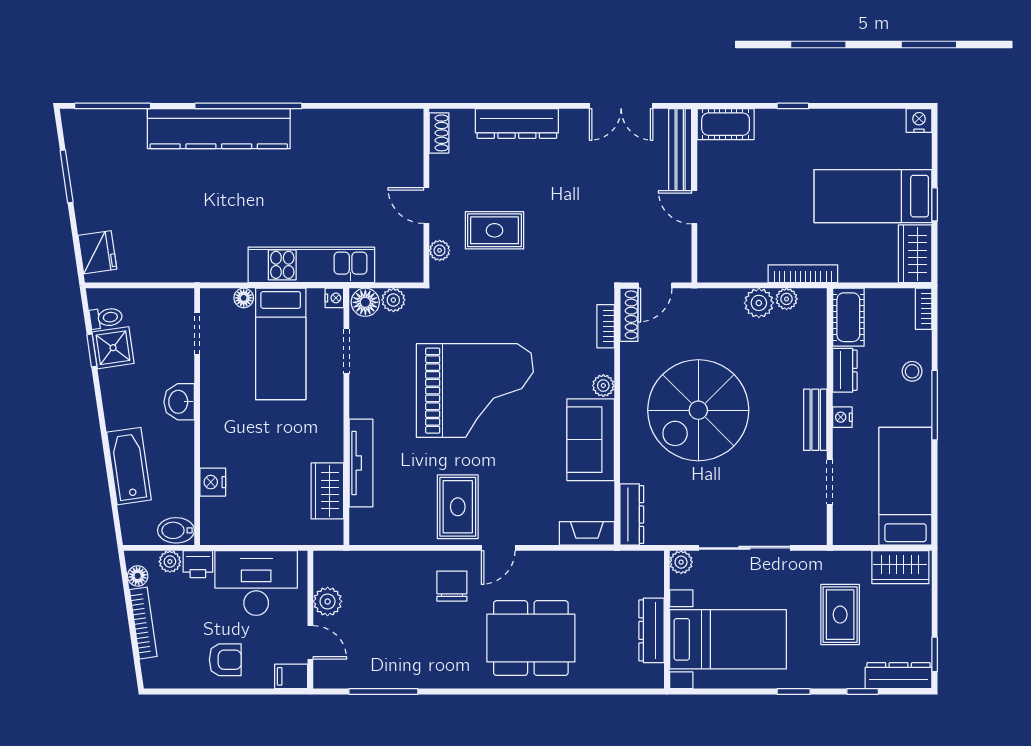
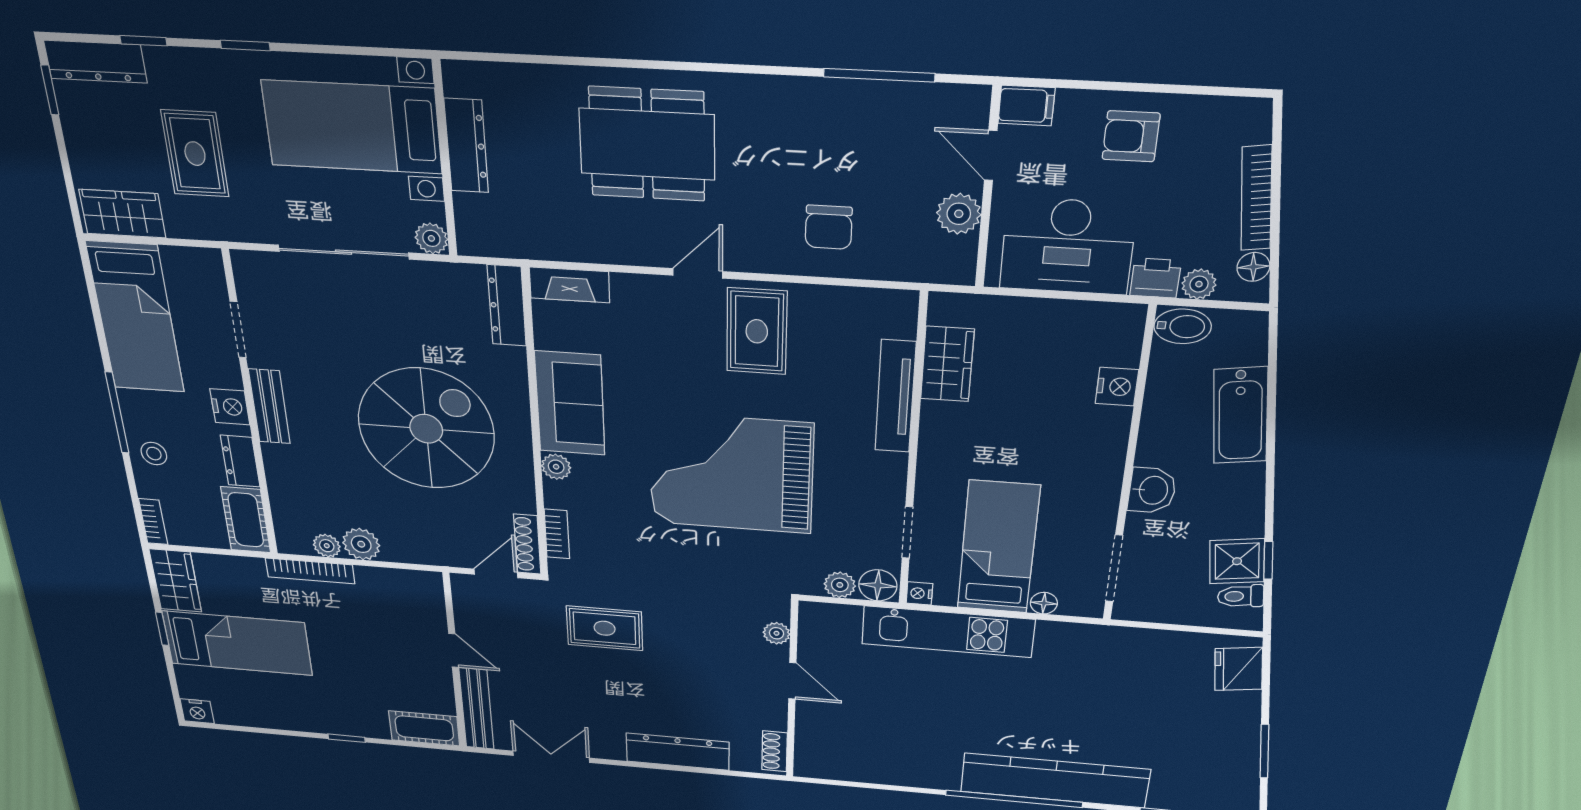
rug: (495, 230) -> (605, 628), moved
doorway: (197, 333) -> (1114, 568), width x1.38
nightstand: (842, 417) -> (230, 407), width x1.39, depth x1.35
chair: (452, 586) -> (829, 227), moved

